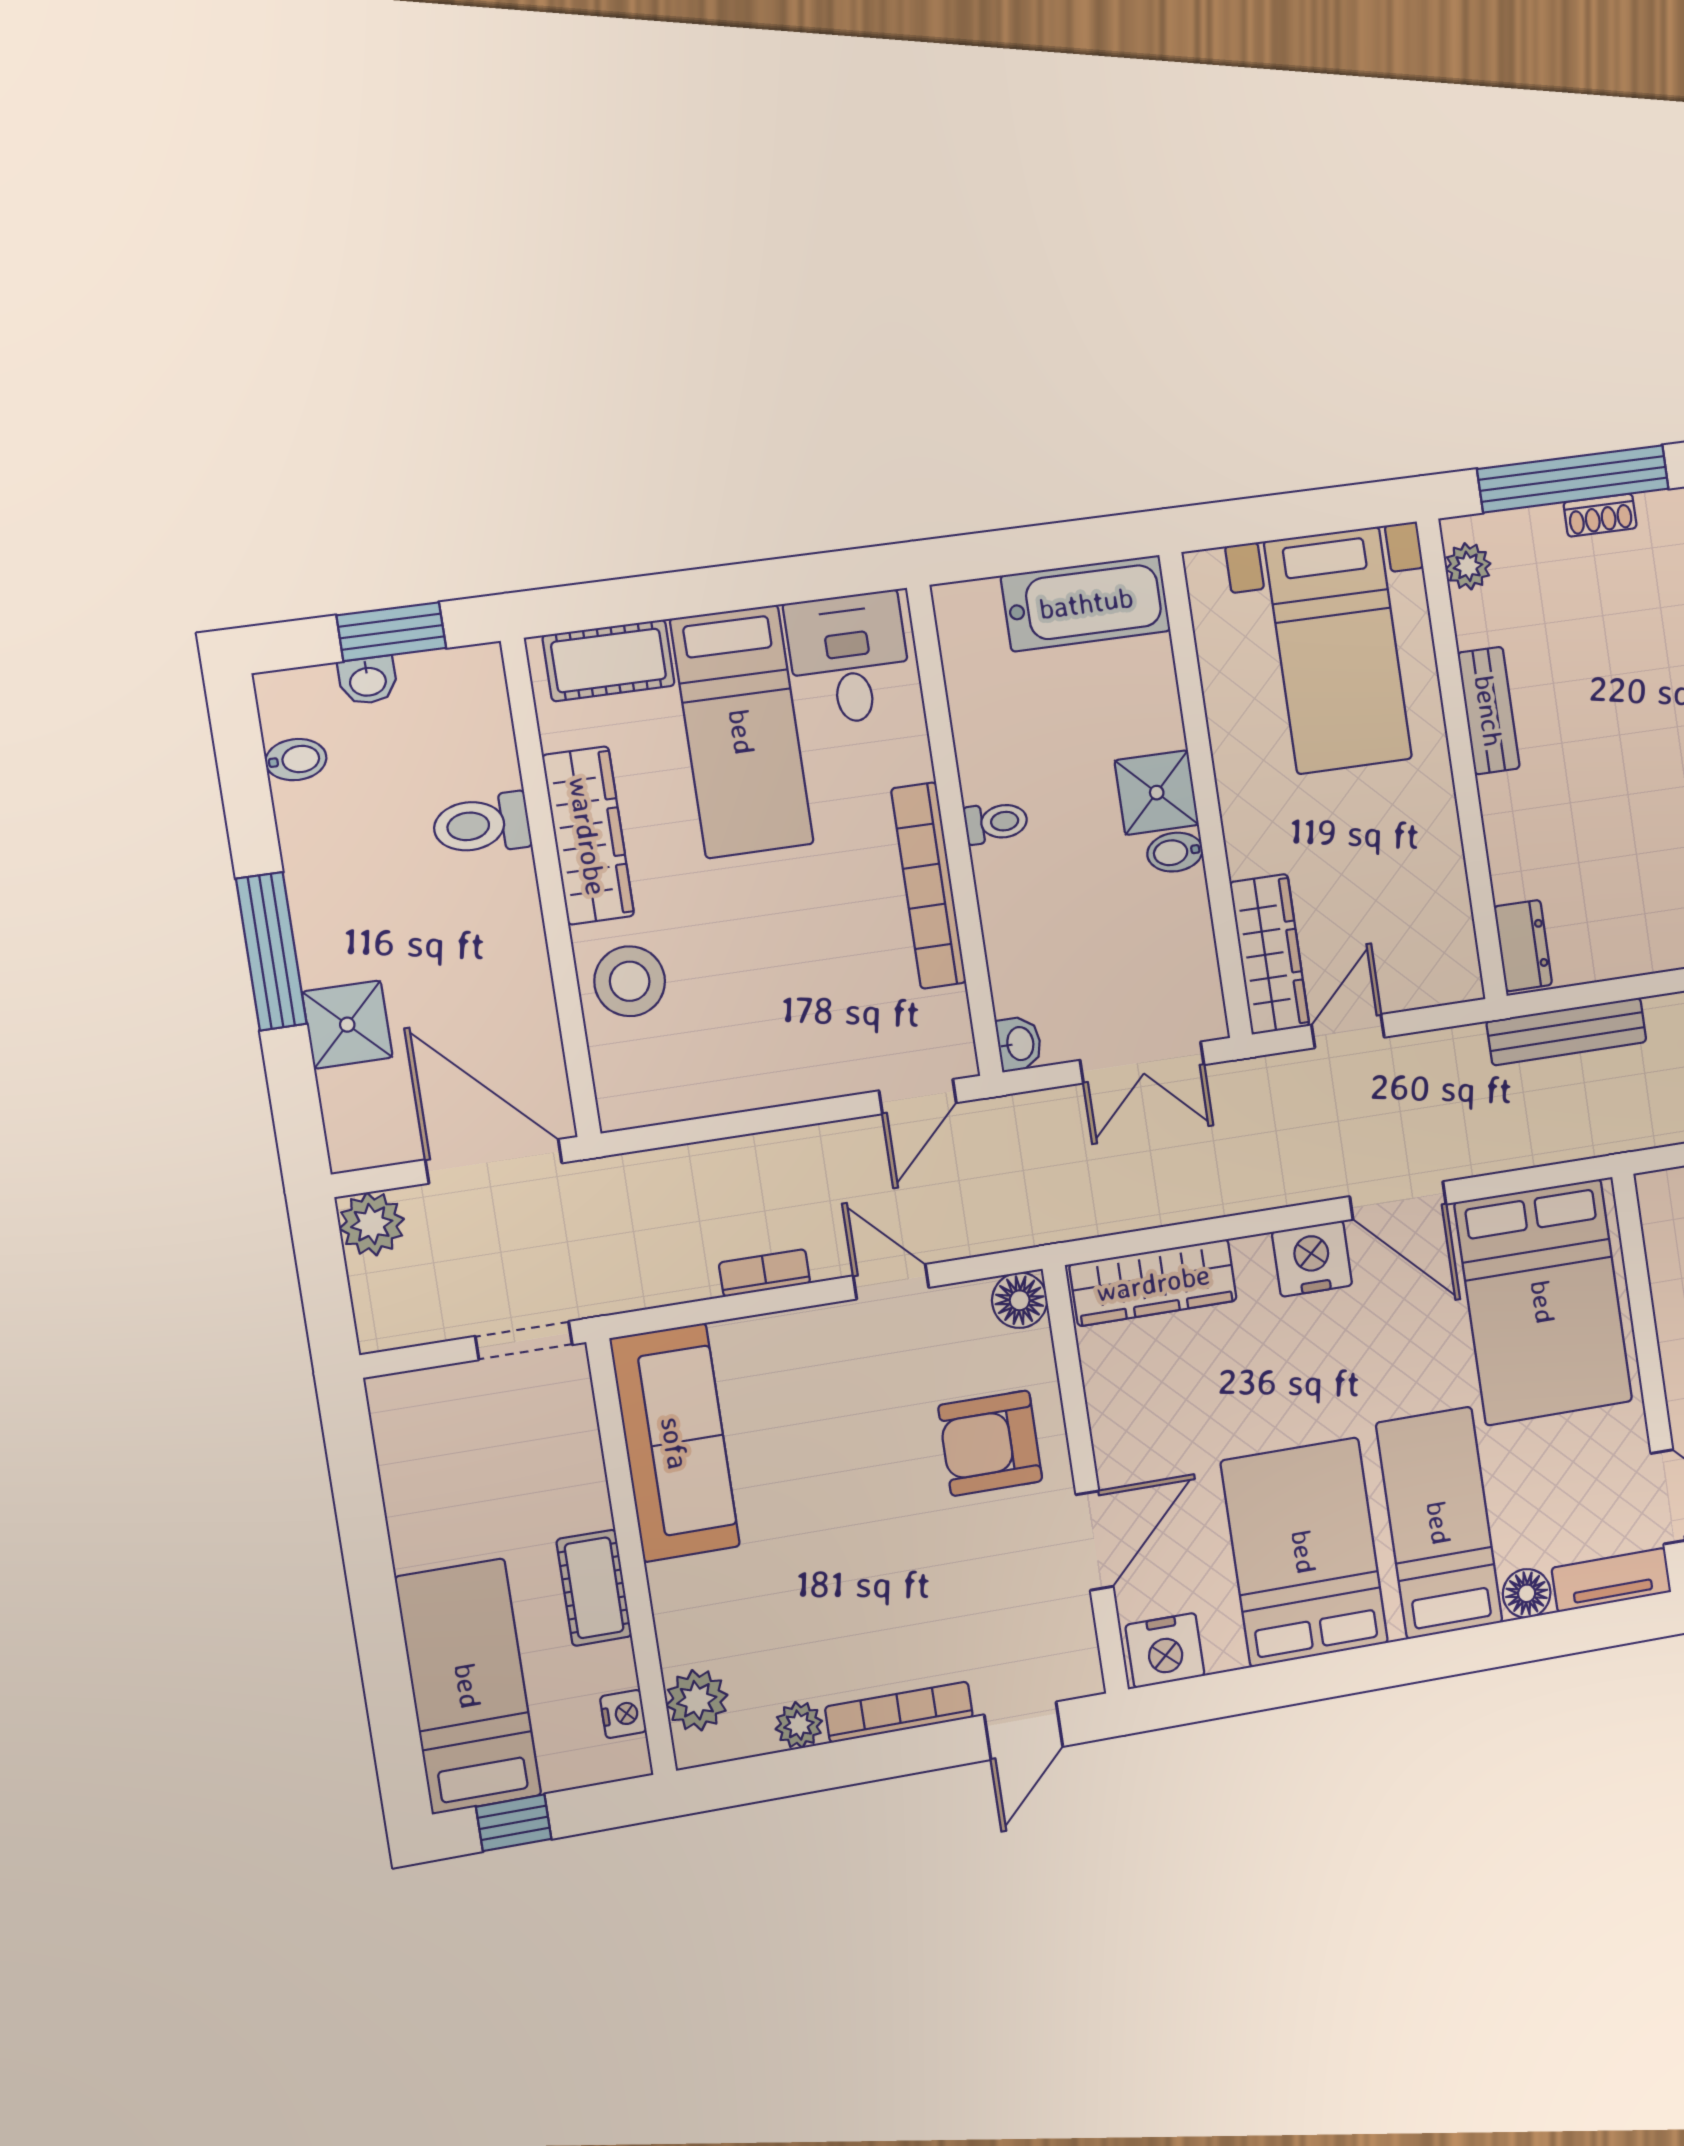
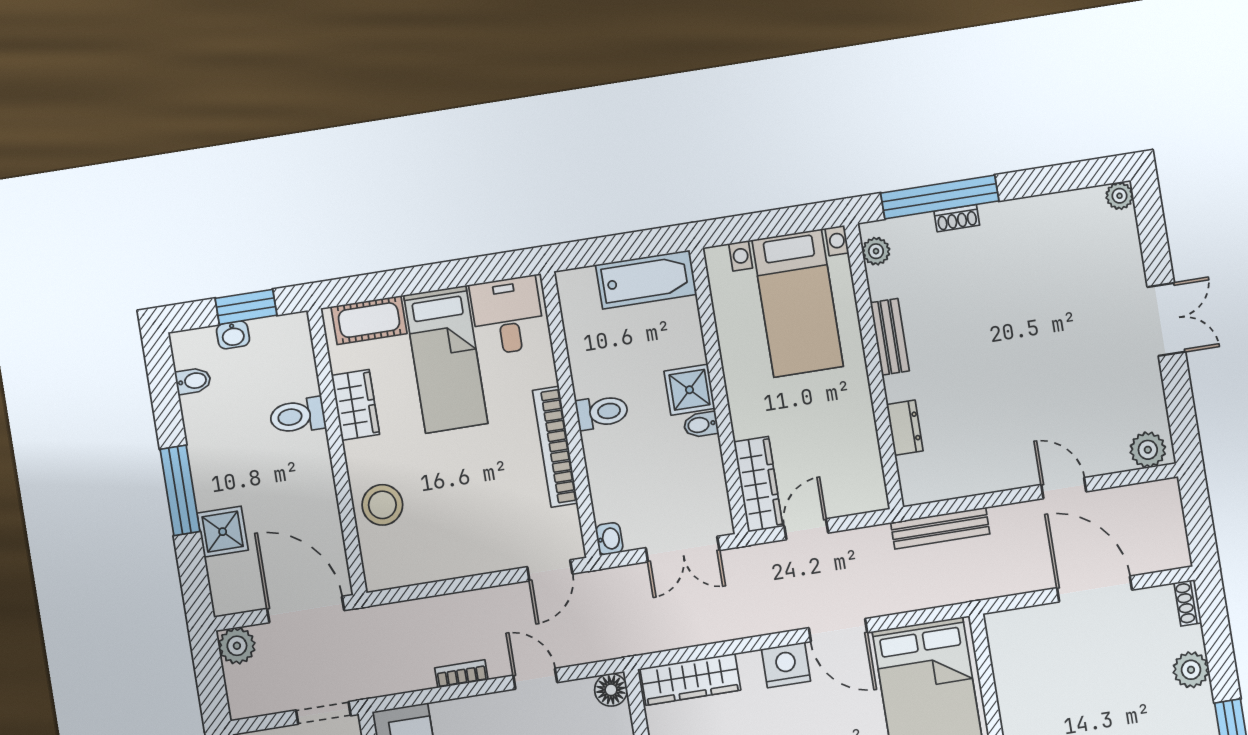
toilet: (996, 822) -> (602, 412), width x1.37, depth x1.39
wardrobe: (588, 836) -> (355, 405), width x0.67
dresser: (1523, 946) -> (905, 428), moved

